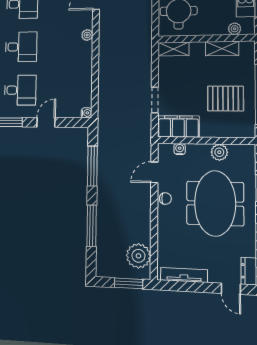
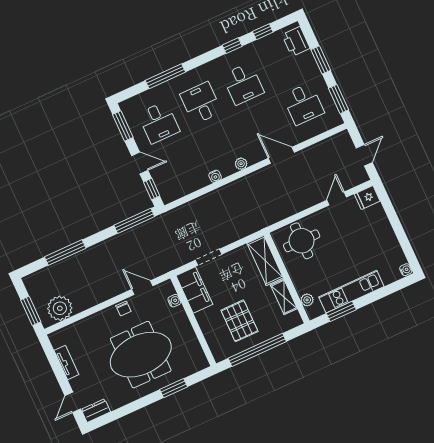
desk: (21, 47) -> (201, 103), turned 180
shelving: (173, 49) -> (265, 261), width x1.50, depth x1.33
water cooler: (87, 113) -> (215, 176), moved
window: (72, 123) -> (152, 189), added
plant: (219, 152) -> (188, 337), removed
window: (92, 166) -> (134, 221), moved
tv unit: (184, 275) -> (66, 363), width x0.71

